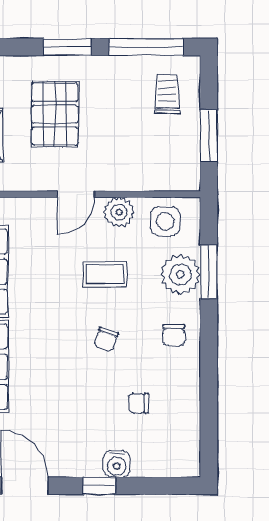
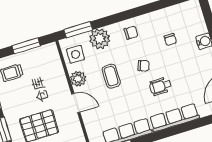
window: (209, 272) -> (78, 30), moved
wheelchair: (59, 359) -> (160, 86), added

